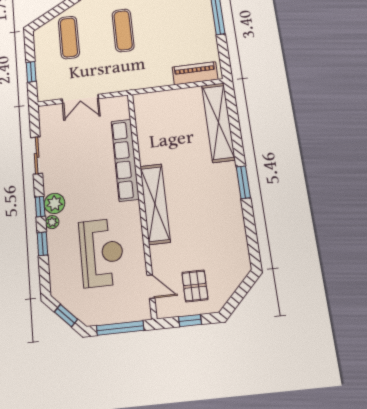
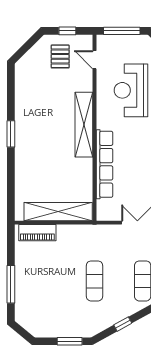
shelving: (218, 122) -> (58, 212), moved, turned 90

